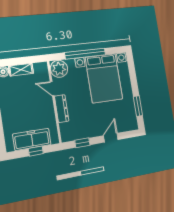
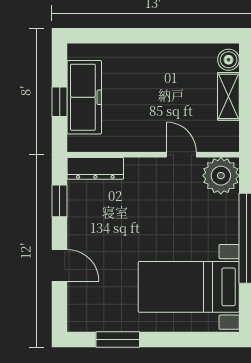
bed with nightstands: (104, 78) -> (189, 287), width x0.73
door: (52, 89) -> (181, 155), hinge flipped
dresser: (62, 109) -> (95, 168), moved

